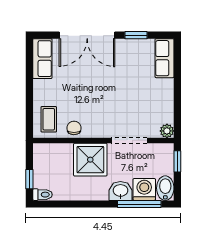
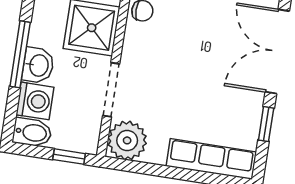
row of seats: (164, 58) -> (211, 159), width x1.48
plant: (167, 131) -> (127, 140), width x1.87, depth x1.87
window: (139, 204) -> (20, 54), moved

